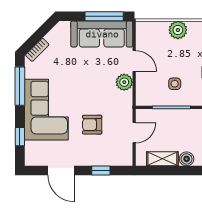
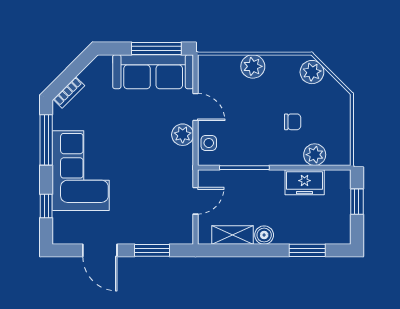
side table: (175, 84) -> (209, 143), moved
armchair: (92, 125) -> (141, 190), removed
window: (101, 171) -> (152, 250), width x1.50

